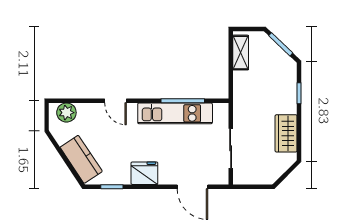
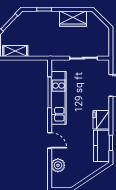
door: (115, 101) -> (50, 140), hinge flipped
plant: (66, 113) -> (58, 165), moved
kitchen counter: (81, 159) -> (102, 146), moved, turned -56

